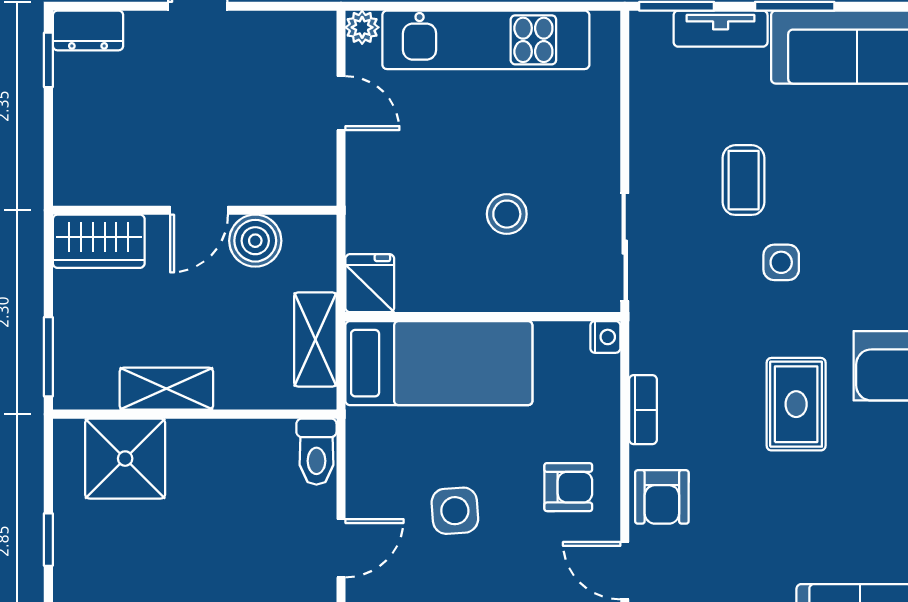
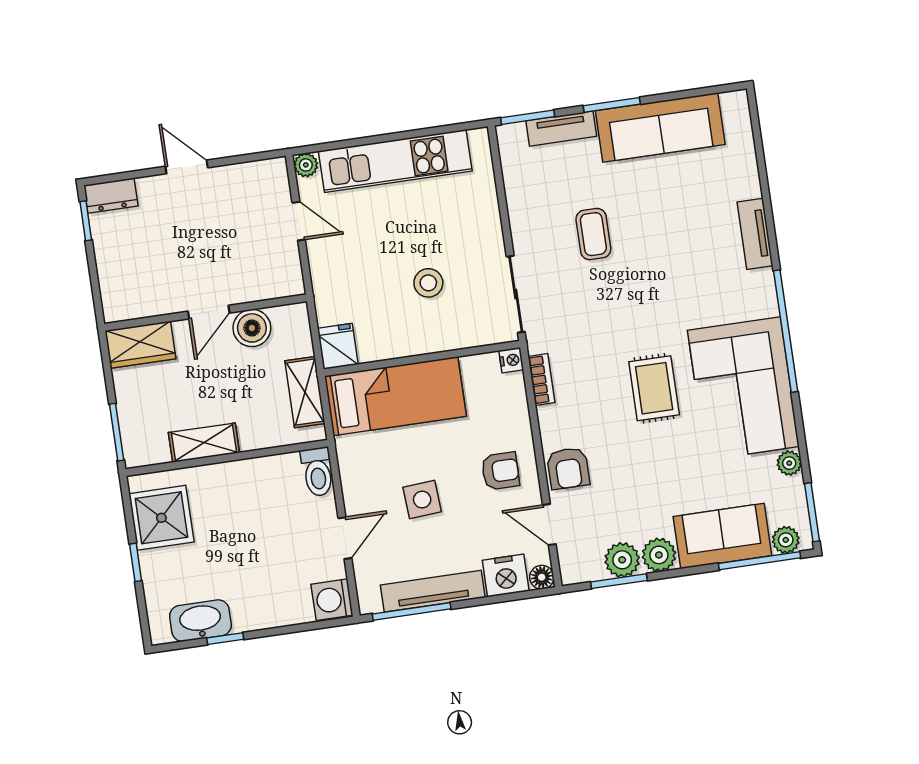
side table: (781, 262) -> (629, 289), removed
bookcase: (643, 410) -> (541, 379), moved
shower: (125, 459) -> (161, 518), moved

